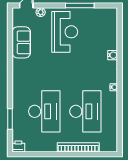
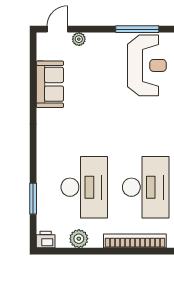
reception desk: (65, 32) -> (147, 65), moved
plant: (41, 146) -> (79, 239), added

